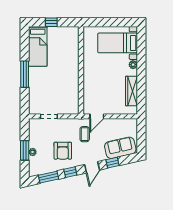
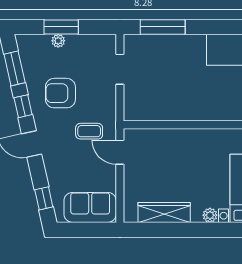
window: (25, 74) -> (163, 27), moved
sofa: (120, 148) -> (90, 207), moved, turned -77
window: (113, 163) -> (44, 198), moved

